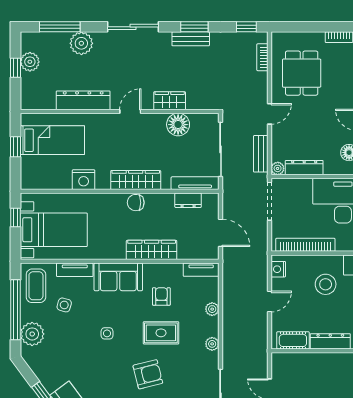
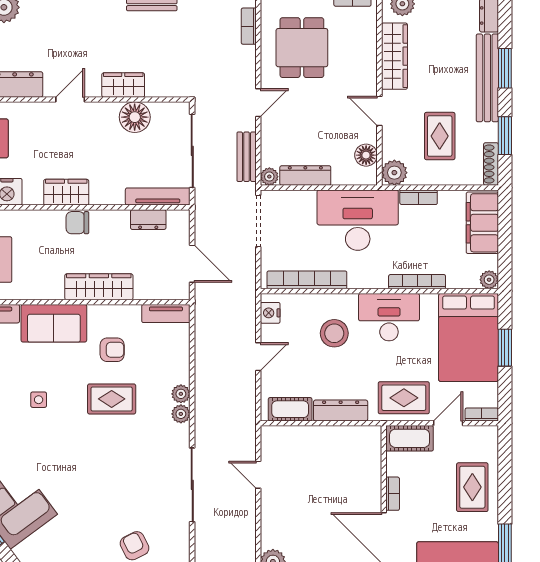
wardrobe: (136, 180) -> (66, 192), width x0.67
armchair: (161, 296) -> (112, 350), turned 90
plant: (212, 309) -> (181, 394), moved
armchair: (148, 374) -> (94, 455), removed

